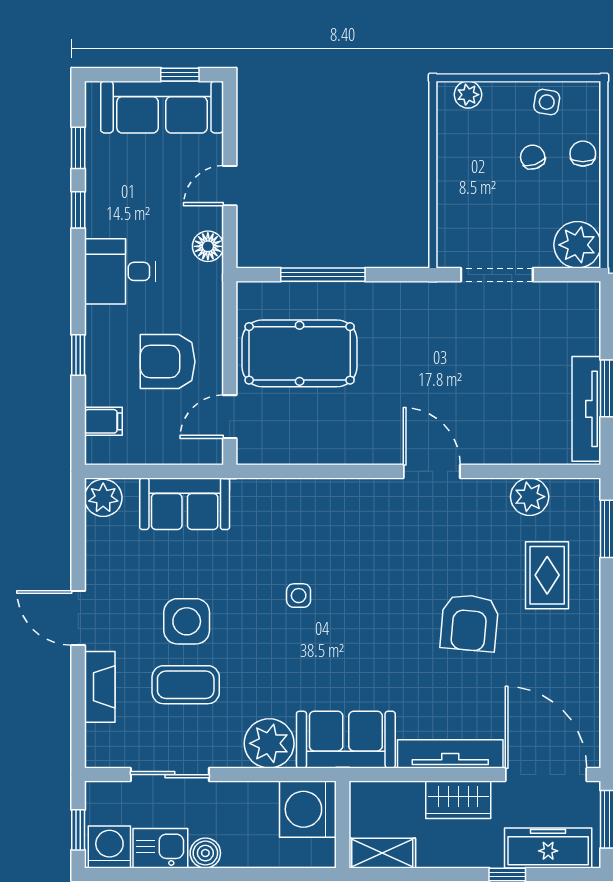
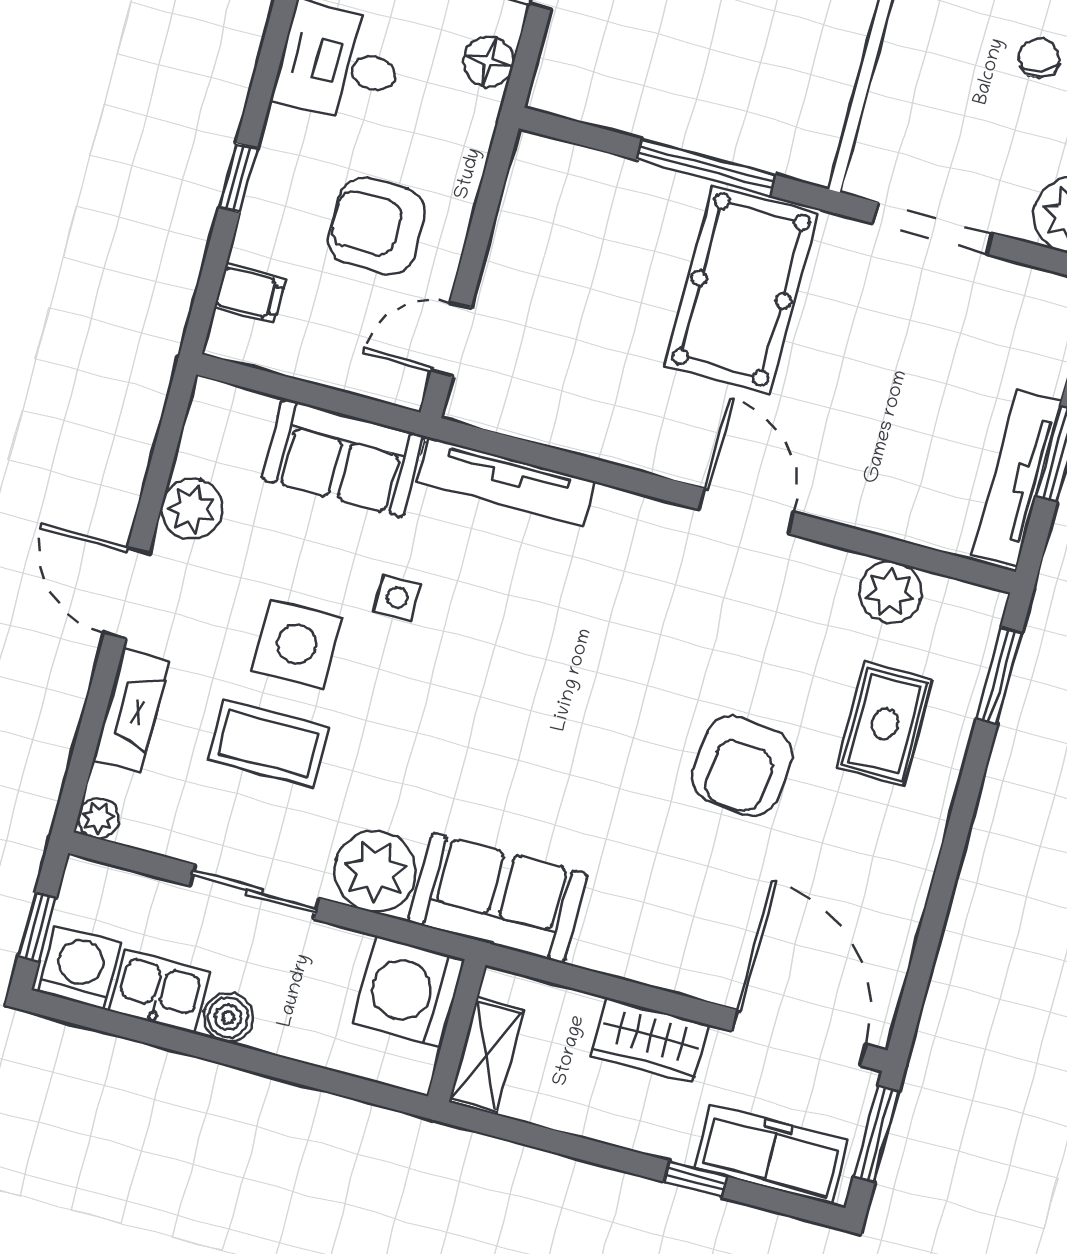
window: (323, 275) -> (706, 167), moved
pool table: (300, 353) -> (741, 289), moved, turned 90
plant: (103, 498) -> (192, 509), moved
side table: (299, 596) -> (397, 597), moved
tv unit: (450, 754) -> (506, 481), moved, turned 180
plant: (97, 756) -> (98, 818), added
sliding door: (170, 775) -> (254, 892), moved
shelving: (382, 853) -> (486, 1056), moved, turned 90

